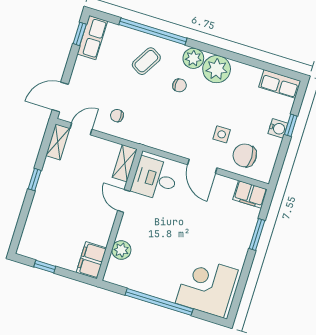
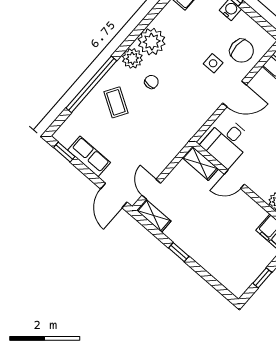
row of seats: (92, 38) -> (89, 156), moved
chair: (117, 116) -> (154, 151), removed
chair: (245, 155) -> (242, 51), turned -90

